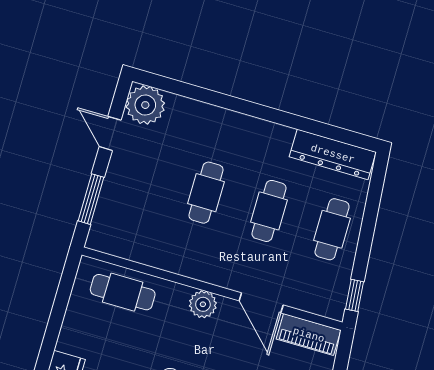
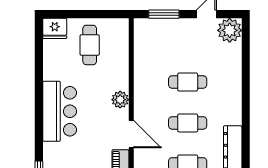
cafe table: (123, 292) -> (90, 45), moved
door: (261, 303) -> (131, 134), swing flipped

